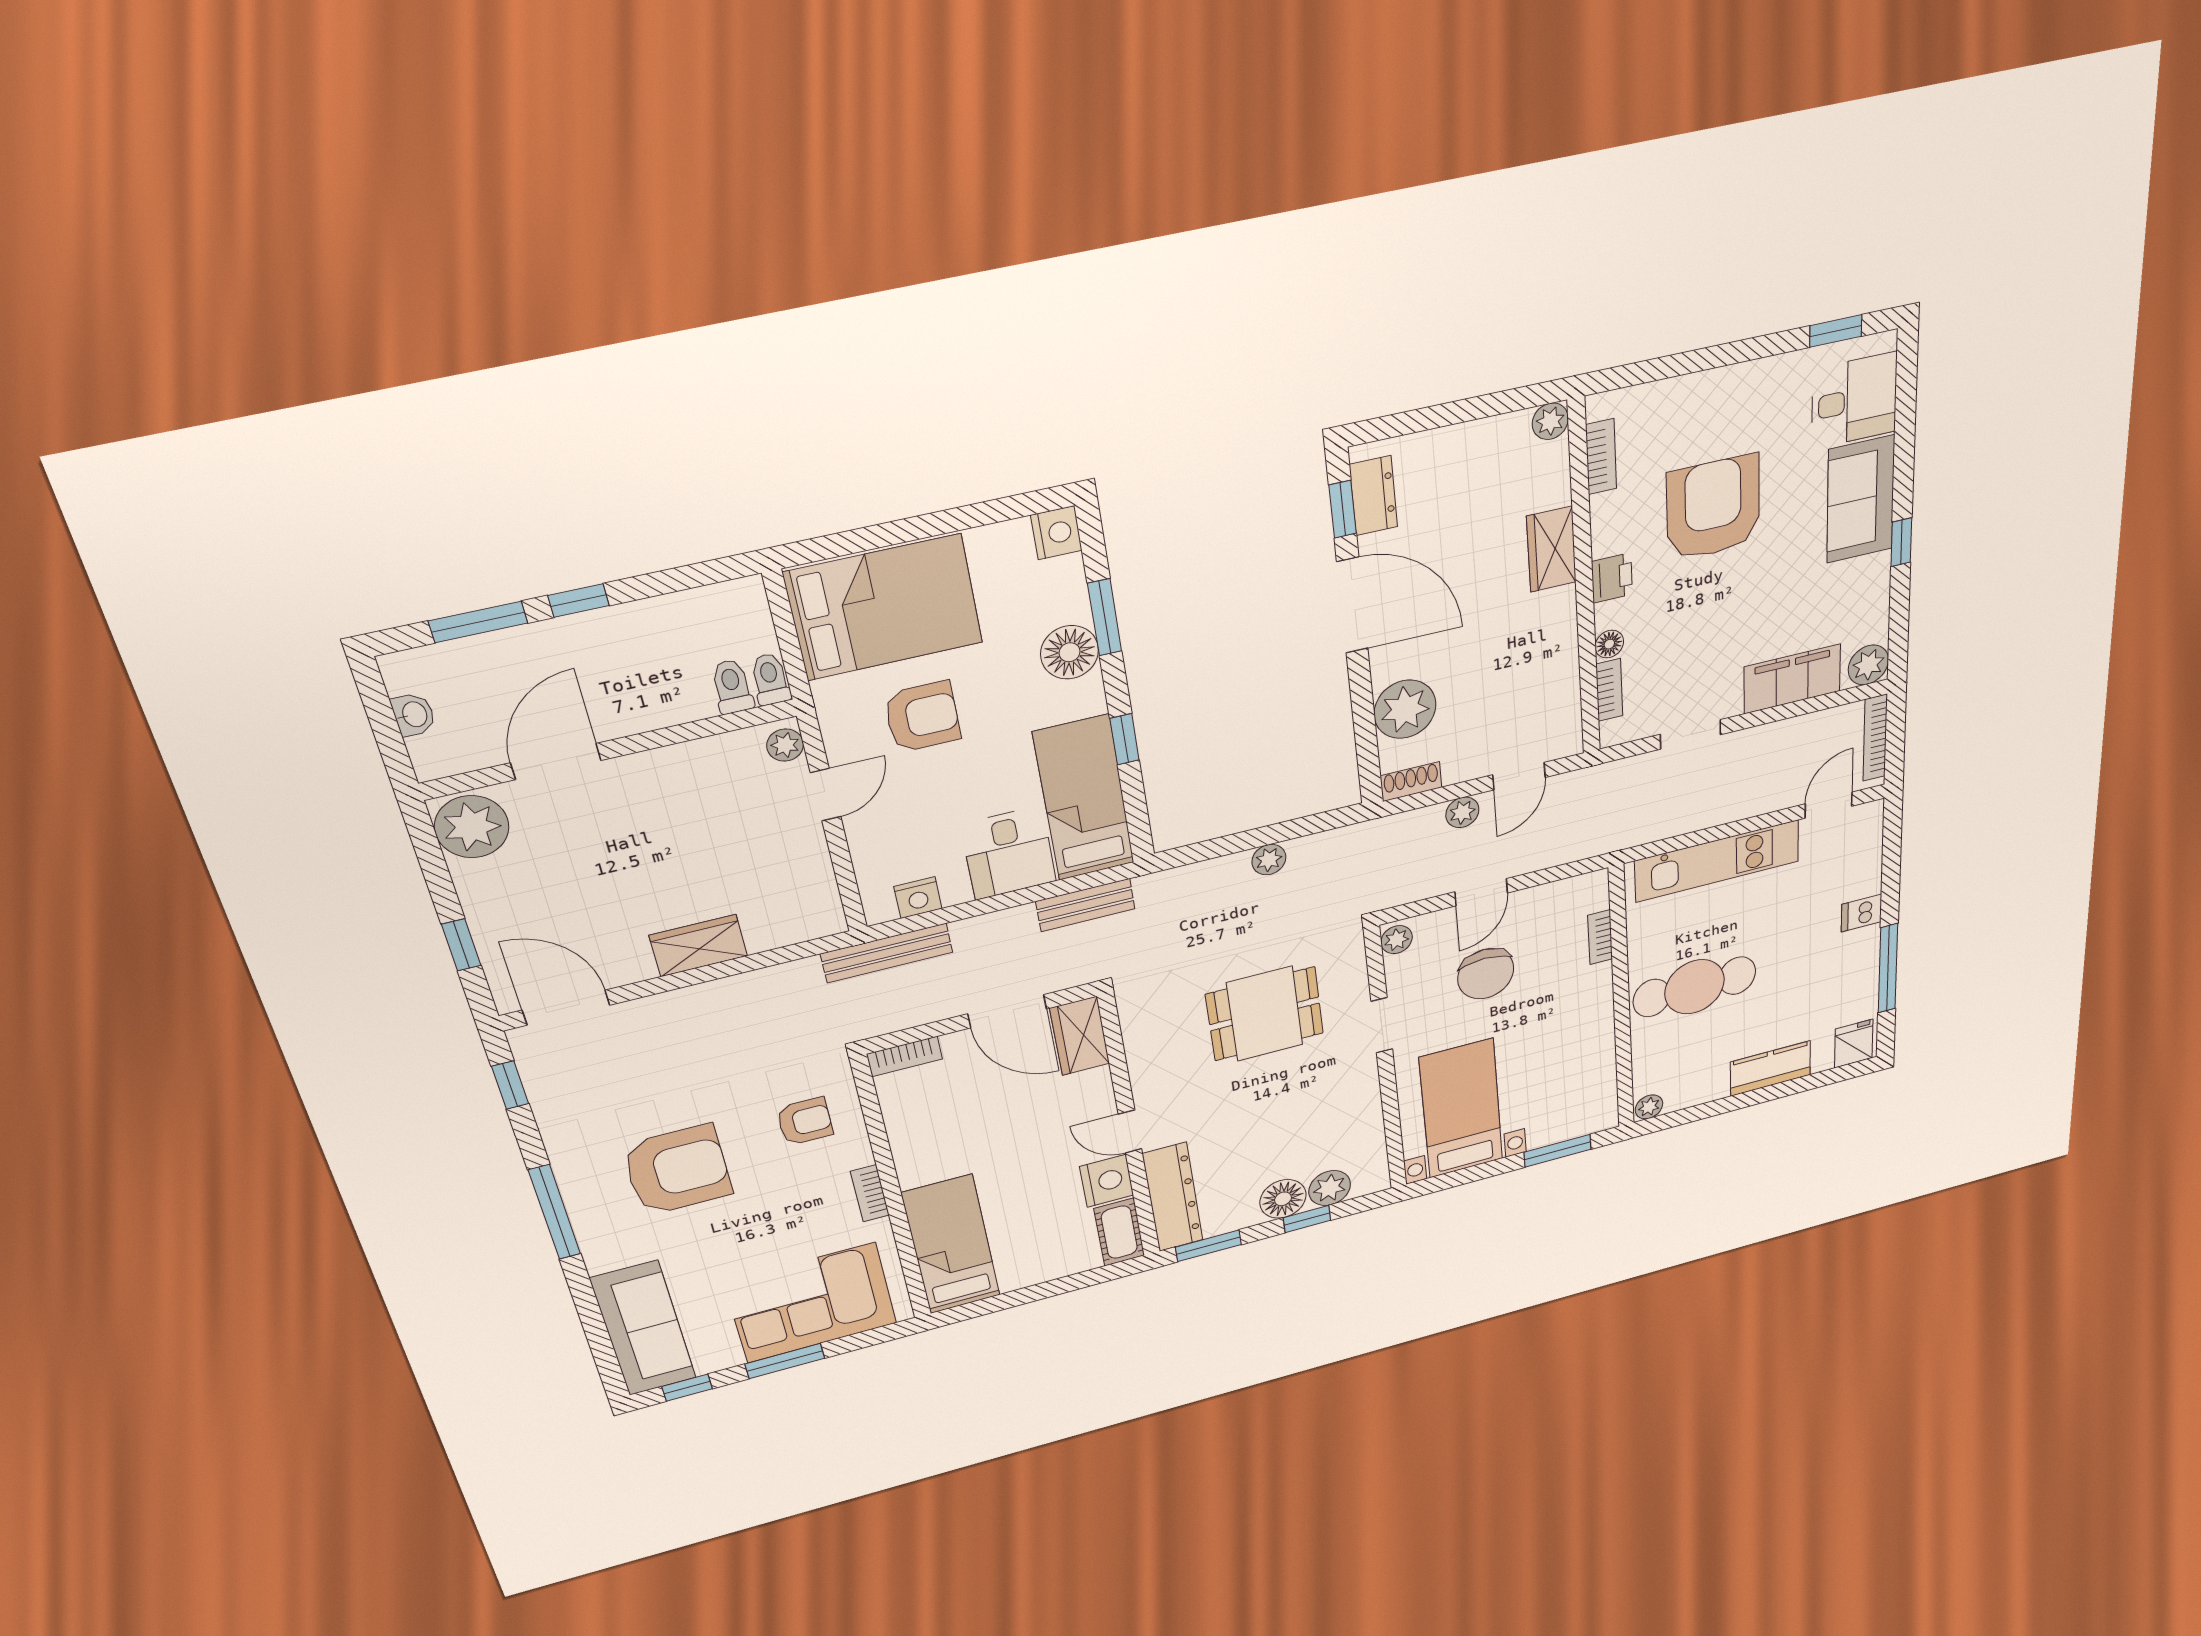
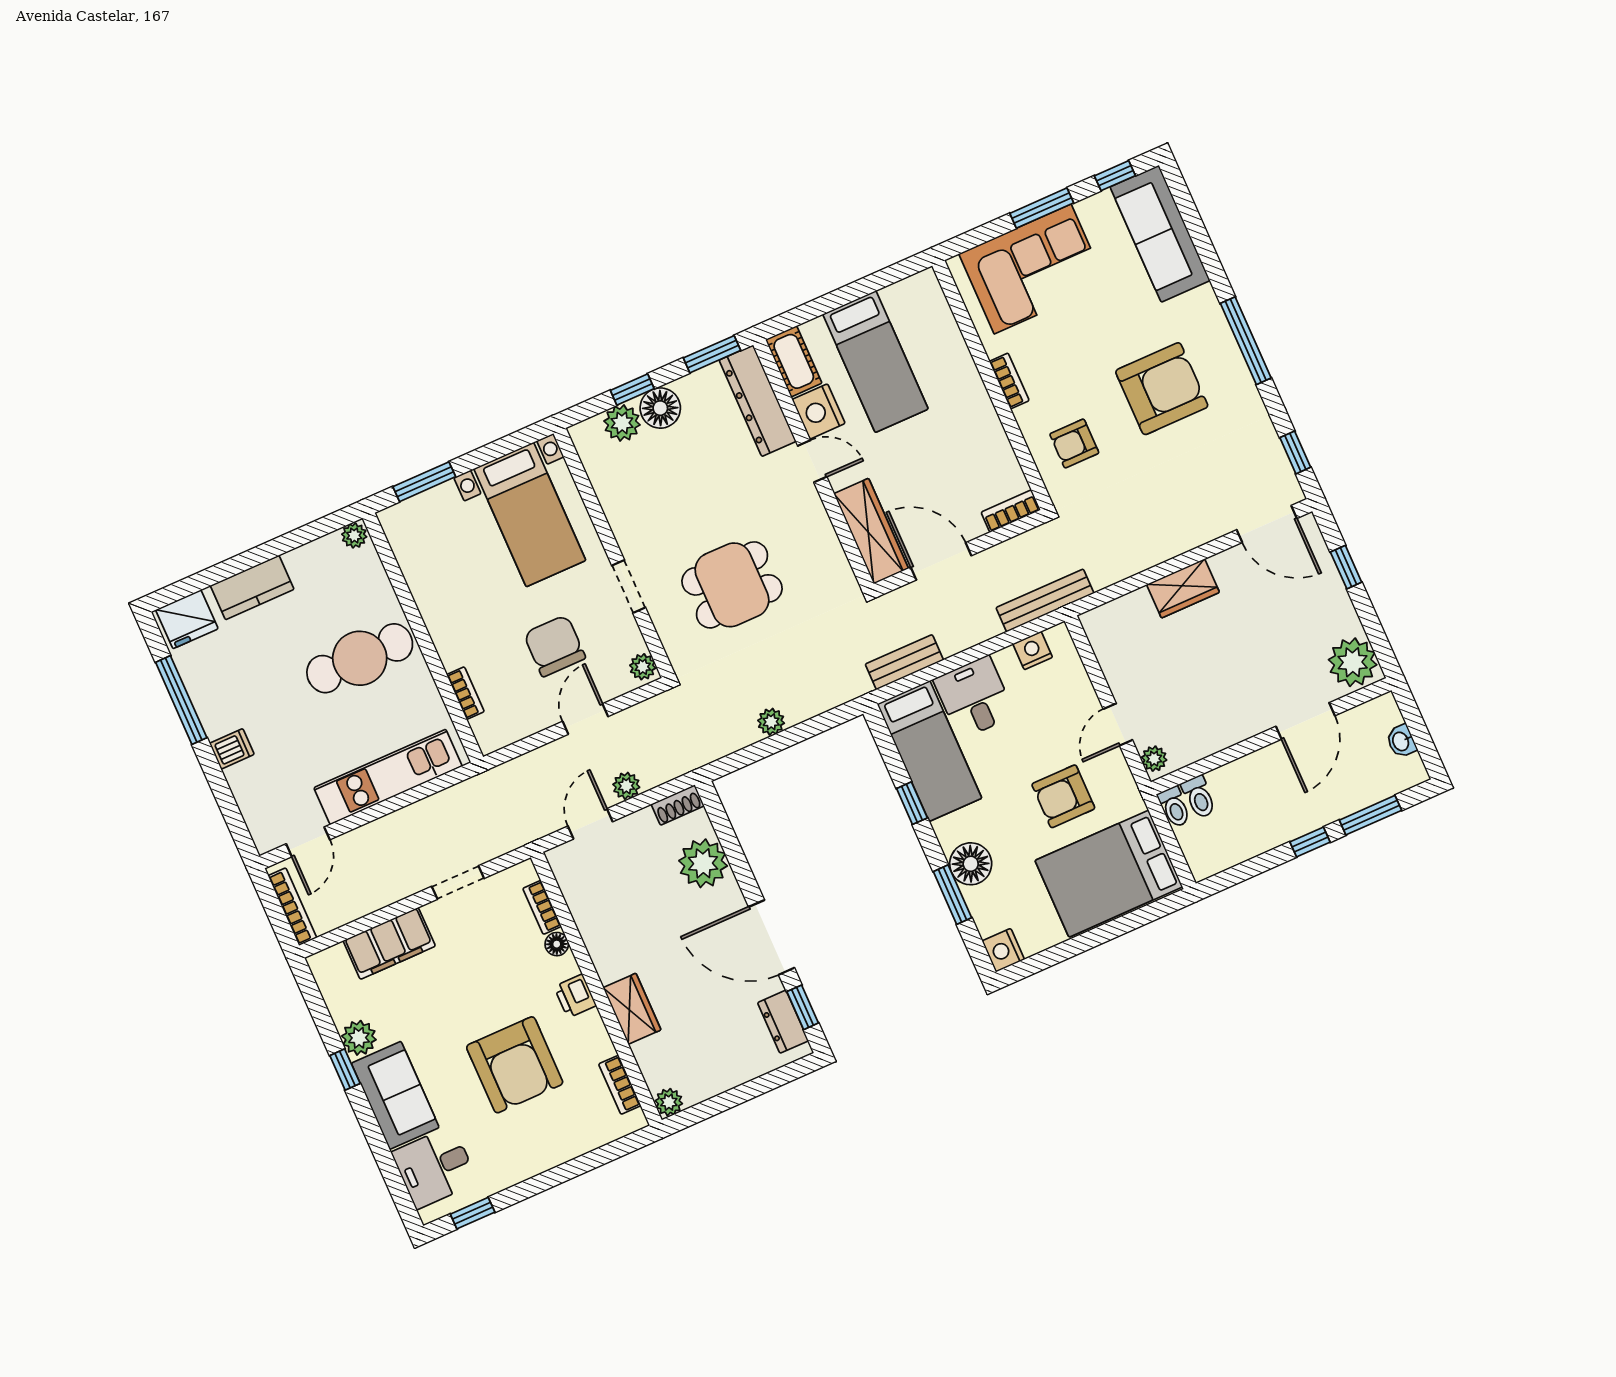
plant: (1868, 665) -> (359, 1038), moved
wardrobe: (1080, 1036) -> (871, 531), width x1.50
fridge: (1854, 1044) -> (187, 619), width x1.38
armchair: (677, 1170) -> (1162, 389), turned 180
bed: (951, 1245) -> (875, 362), moved

